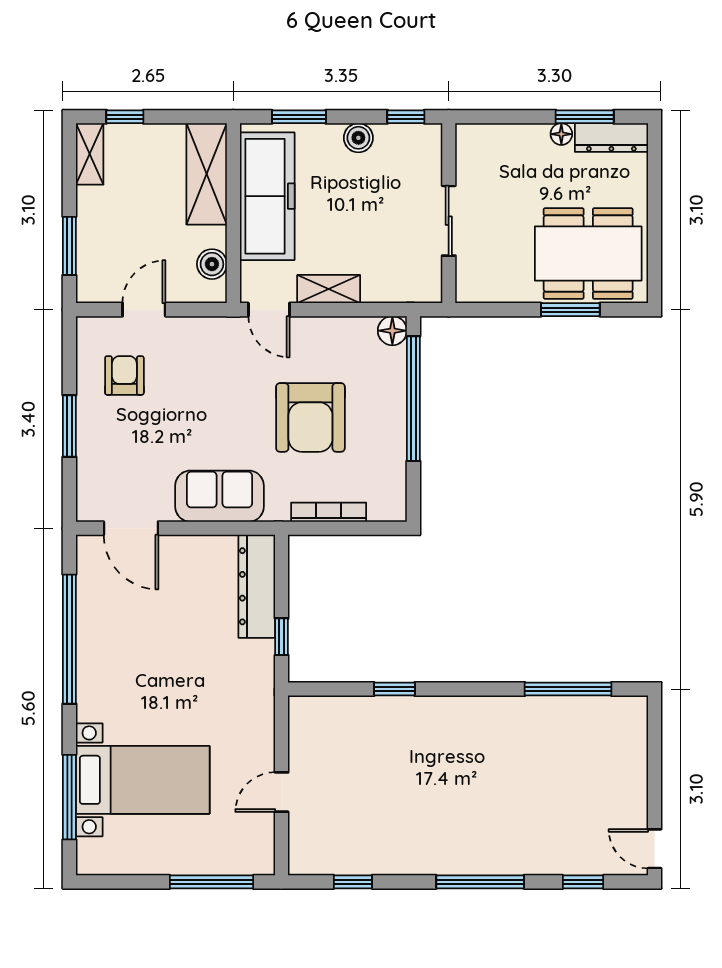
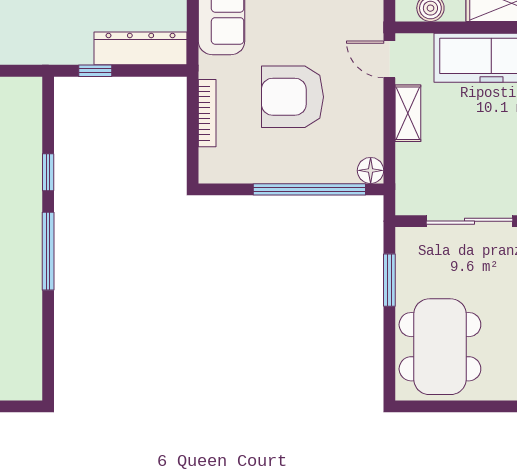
sliding door: (449, 221) -> (469, 221), width x1.37
door: (269, 310) -> (389, 59), hinge flipped
window: (570, 310) -> (389, 280), moved
window: (568, 689) -> (48, 251), moved

